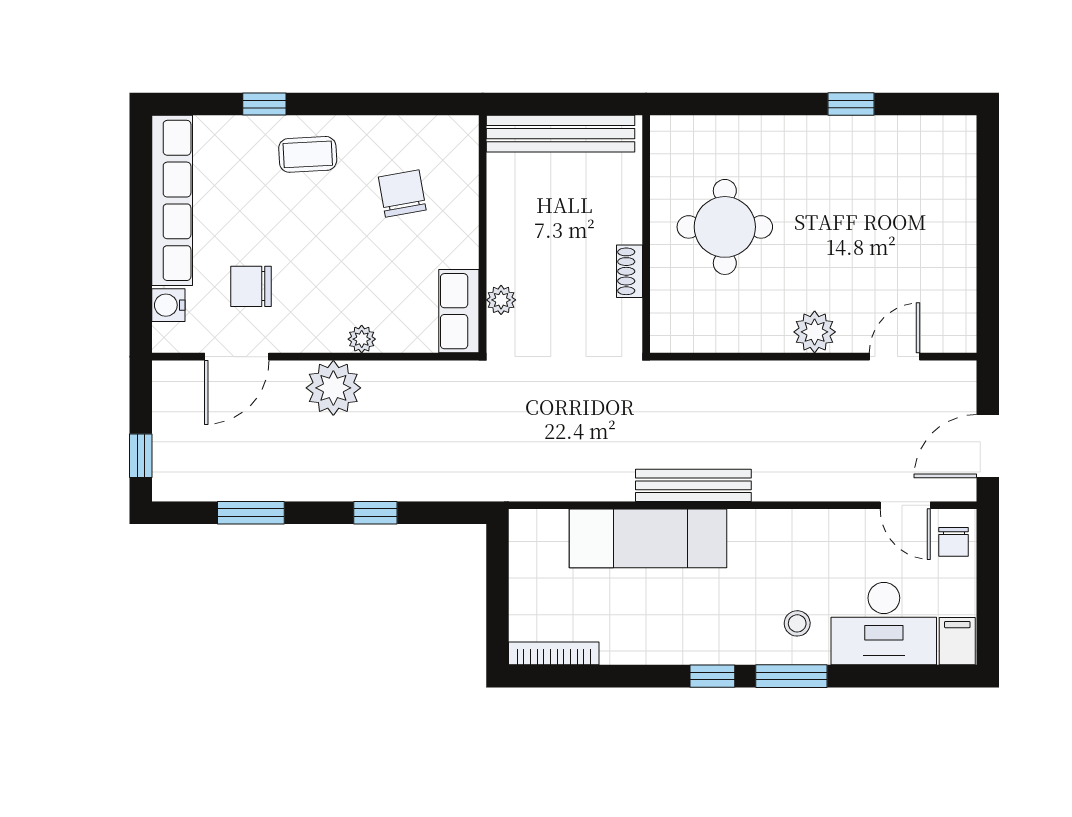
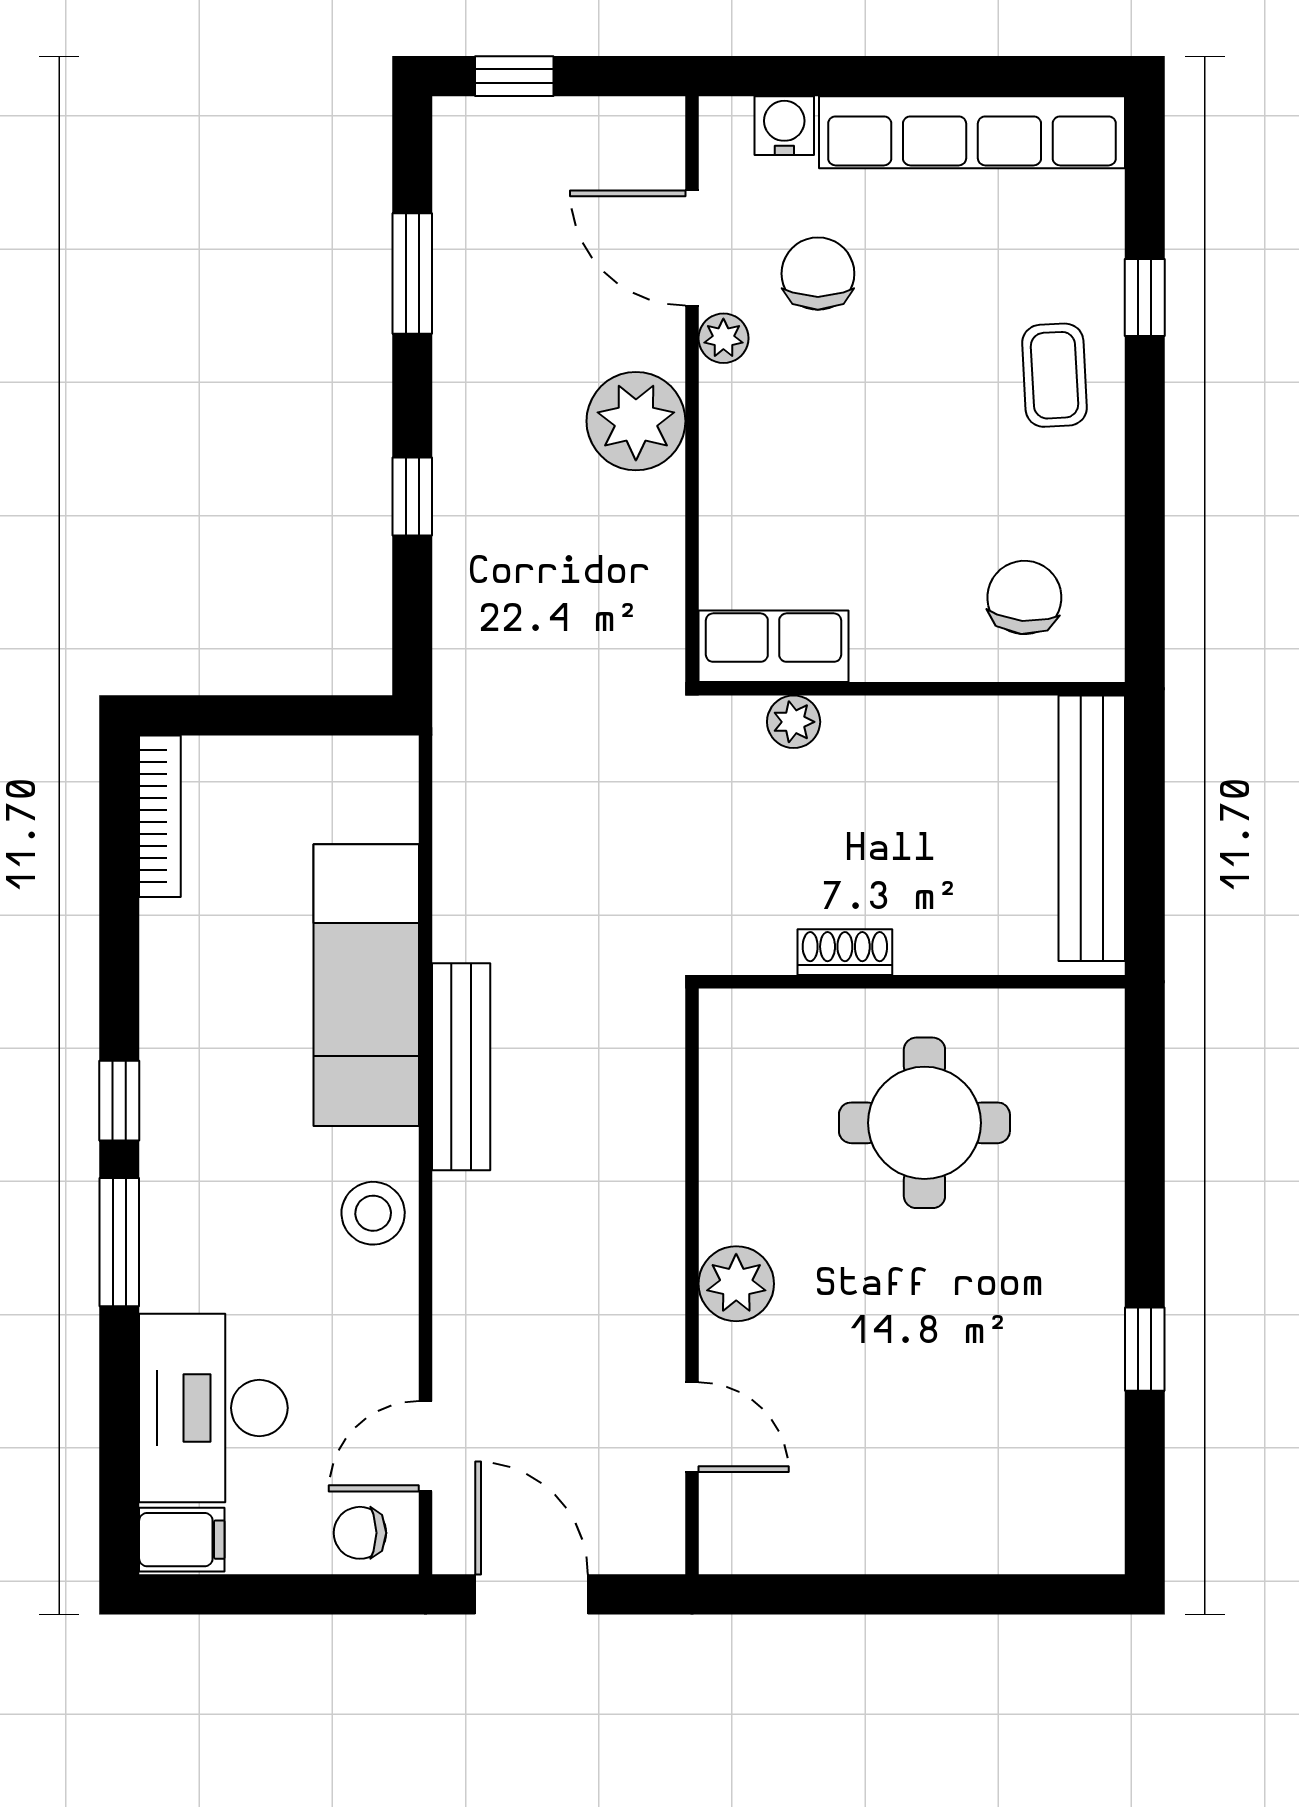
chair: (402, 193) -> (1024, 597), moved, turned -75
plant: (362, 339) -> (723, 338), moved
stool: (797, 623) -> (373, 1213), moved, width x1.37, depth x1.37

